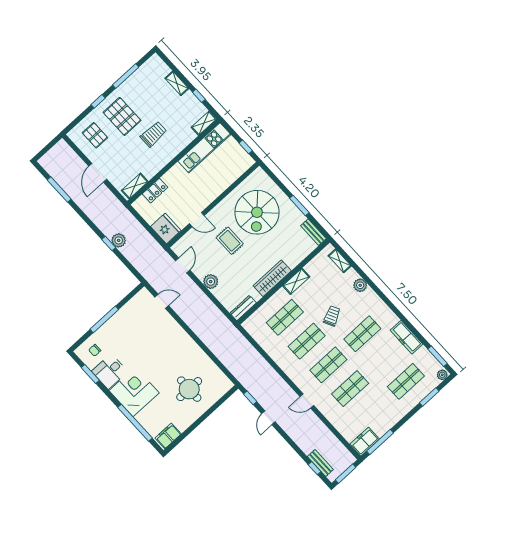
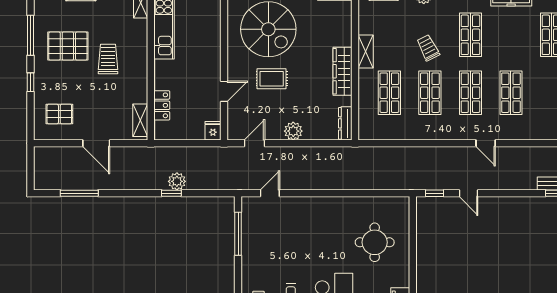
pallet: (122, 116) -> (68, 46), moved
fridge: (166, 228) -> (213, 131), width x0.53, depth x0.75
door: (183, 265) -> (254, 143), hinge flipped
window: (104, 319) -> (238, 234), moved
door: (307, 401) -> (486, 143), hinge flipped

